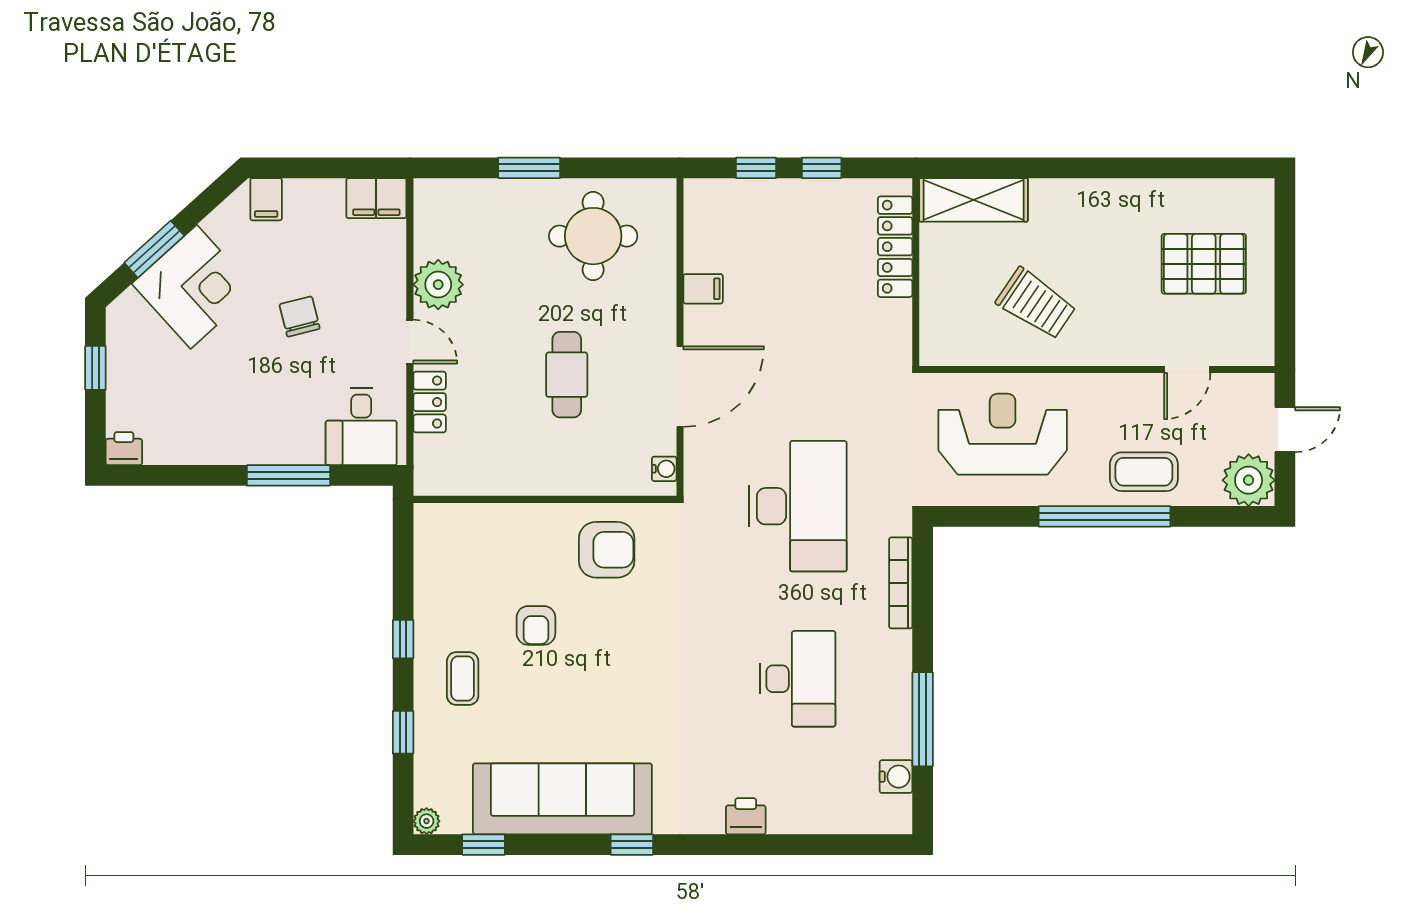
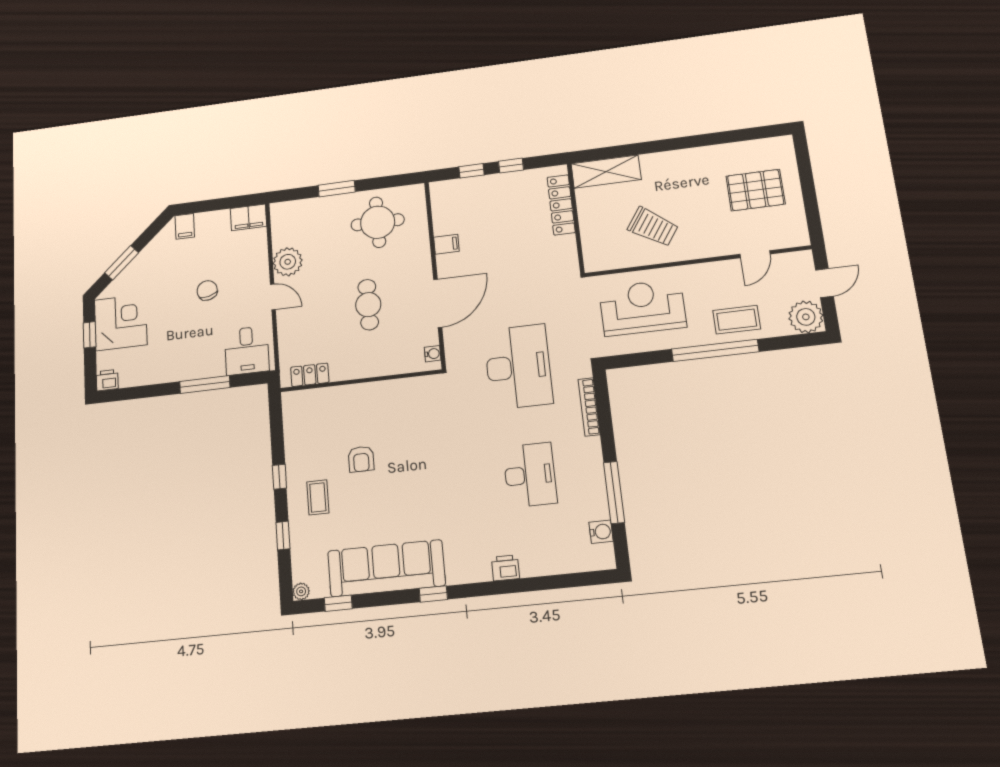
corner desk: (194, 287) -> (121, 322), moved, turned -48
locker: (430, 402) -> (310, 375), moved, turned -90
armchair: (607, 550) -> (401, 407), removed

